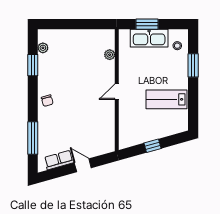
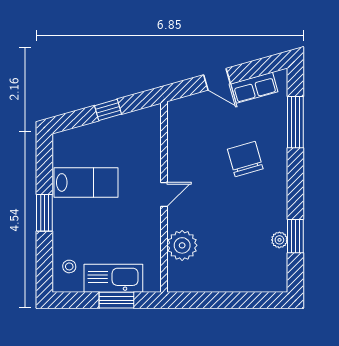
plant: (43, 48) -> (279, 240), moved
plant: (110, 55) -> (182, 245), width x1.87, depth x1.87
window: (193, 65) -> (44, 213), moved
chair: (47, 101) -> (245, 159), moved, width x1.87, depth x1.87

